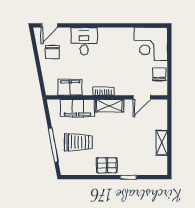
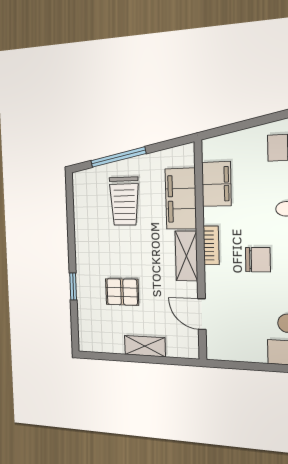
chair: (159, 74) -> (258, 260), moved
shelving: (162, 143) -> (145, 346), moved
pallet: (107, 165) -> (122, 292), moved, turned 90

